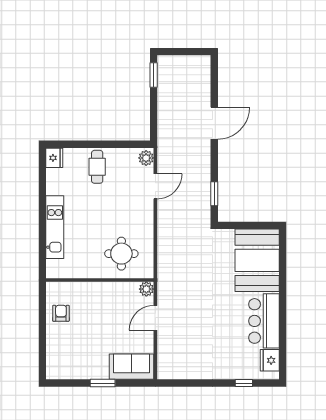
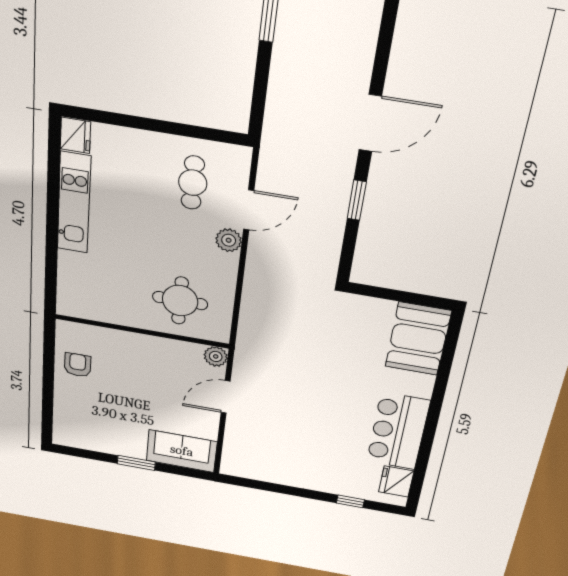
plant: (146, 158) -> (229, 240), moved
cafe table: (97, 167) -> (193, 183), moved
window: (214, 194) -> (357, 200), moved
kitchen unit: (55, 227) -> (74, 203), moved
booth: (257, 260) -> (418, 339), width x0.73, depth x0.70

